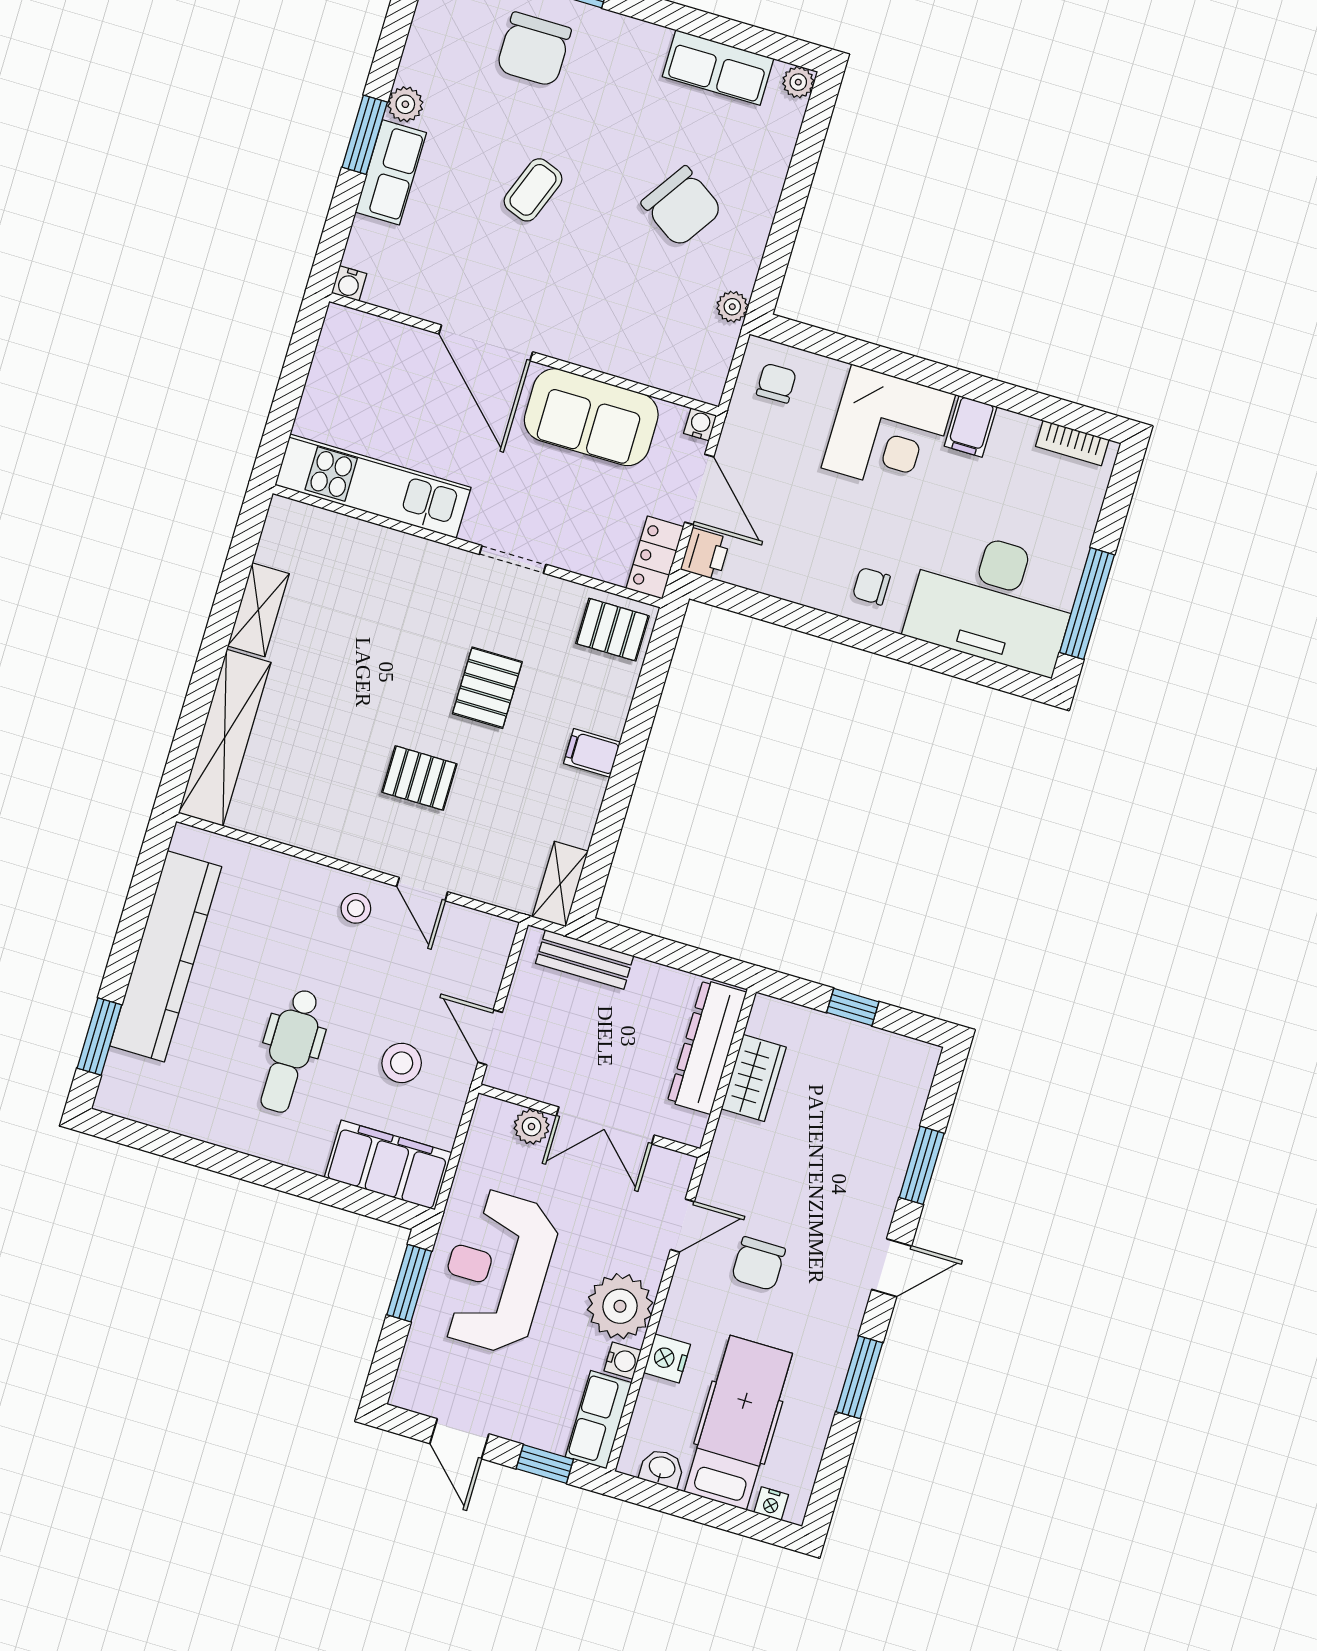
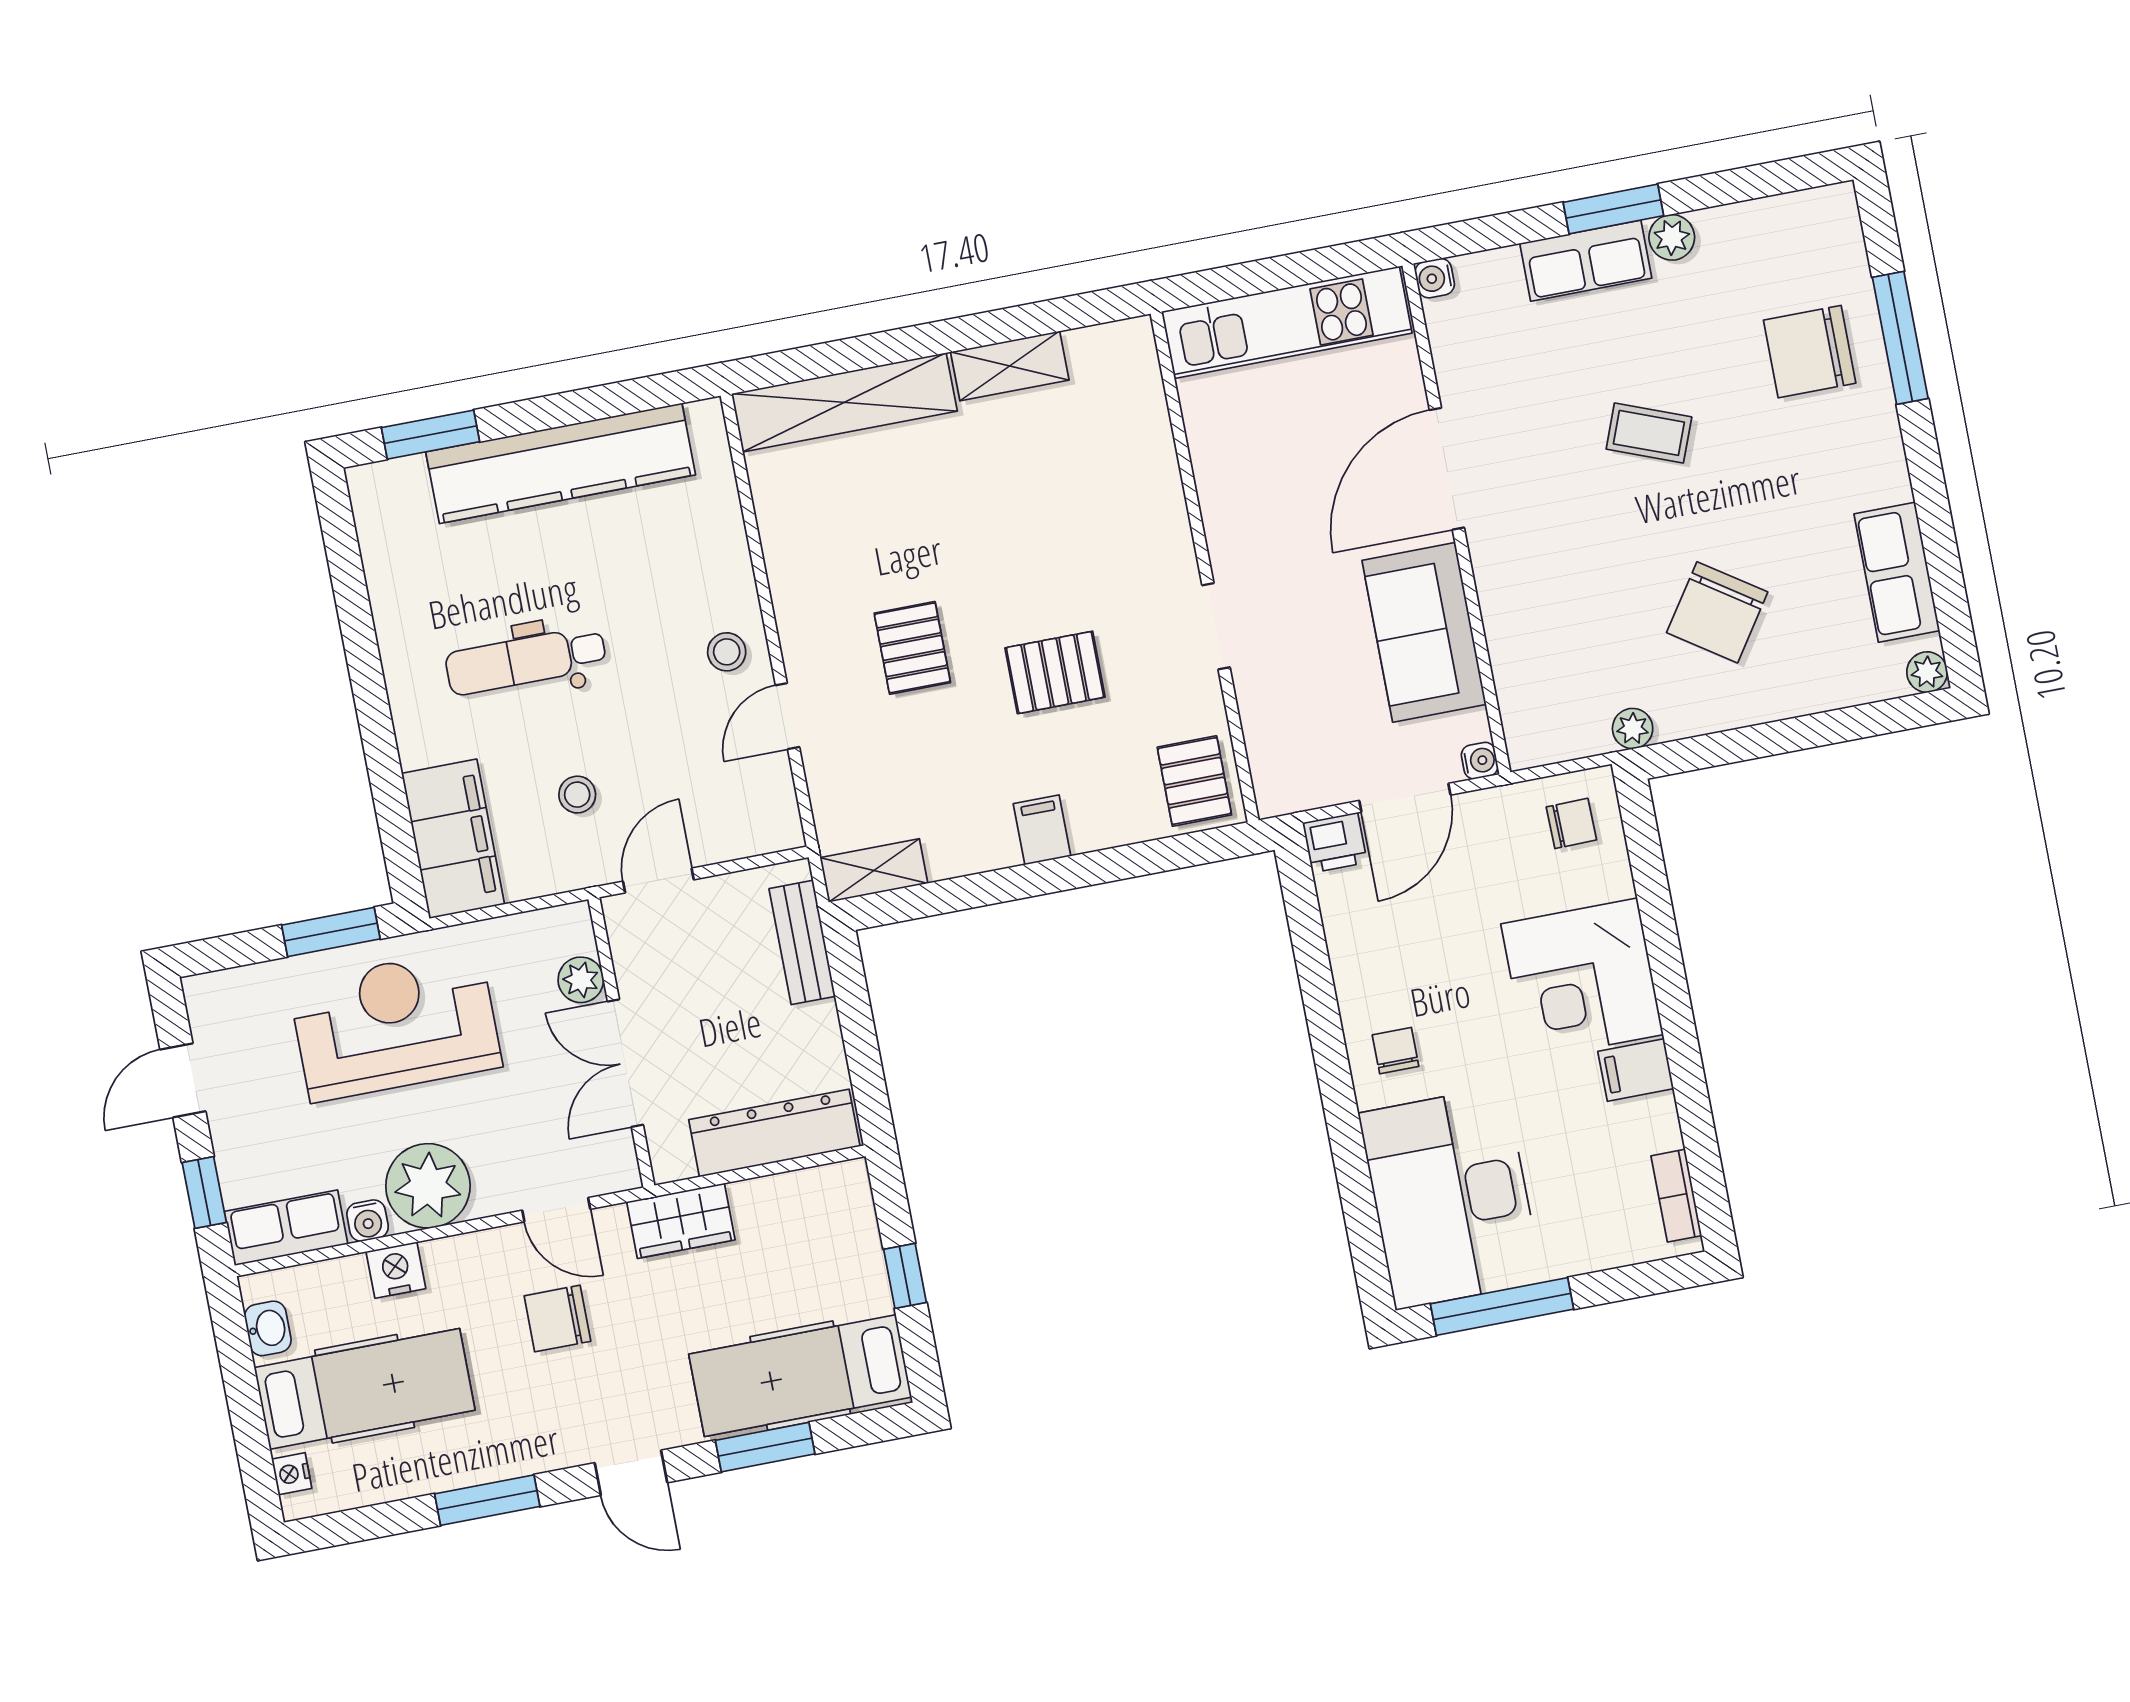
kitchen unit: (373, 486) -> (1287, 322), moved, turned 90
locker: (655, 558) -> (1301, 787), removed
stool: (402, 1063) -> (577, 795), width x0.73, depth x0.73
wardrobe: (754, 1078) -> (681, 1221), moved
hospital bed: (885, 1115) -> (800, 1376), added

